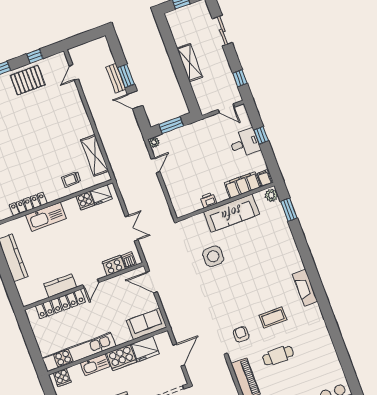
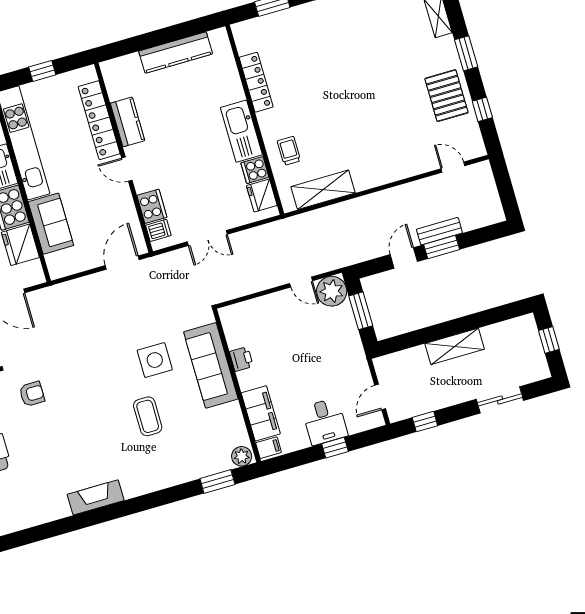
plant: (154, 142) -> (332, 291), width x1.87, depth x1.87
sofa: (232, 213) -> (211, 365), moved
kitchen sink: (46, 217) -> (241, 131), moved
coffee table: (273, 318) -> (148, 416), moved
sofa: (147, 324) -> (51, 224), moved
window: (31, 343) -> (42, 71), added

